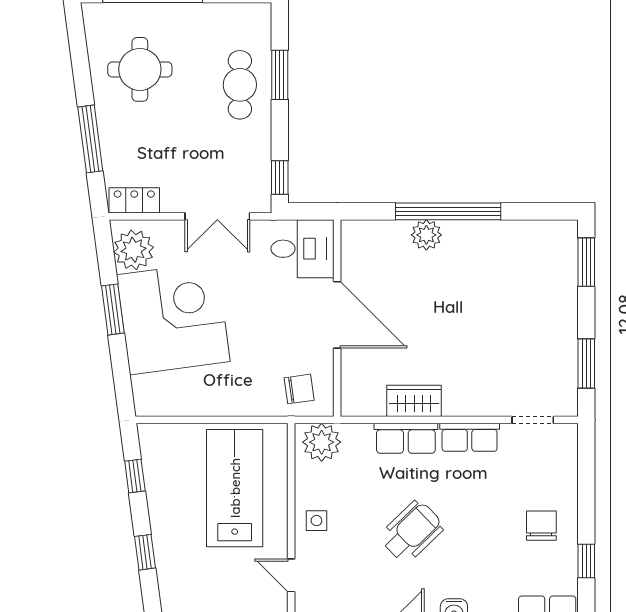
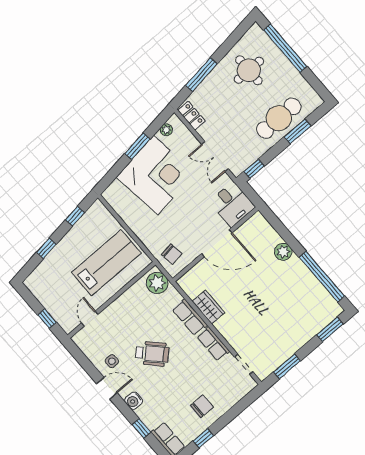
cafe table: (240, 85) -> (279, 118), width x1.37, depth x1.35
window: (448, 211) -> (322, 277), moved
plant: (134, 250) -> (166, 130), width x0.53, depth x0.53
door: (337, 315) -> (217, 243), hinge flipped
side table: (316, 521) -> (112, 361), moved

